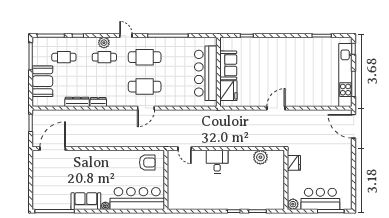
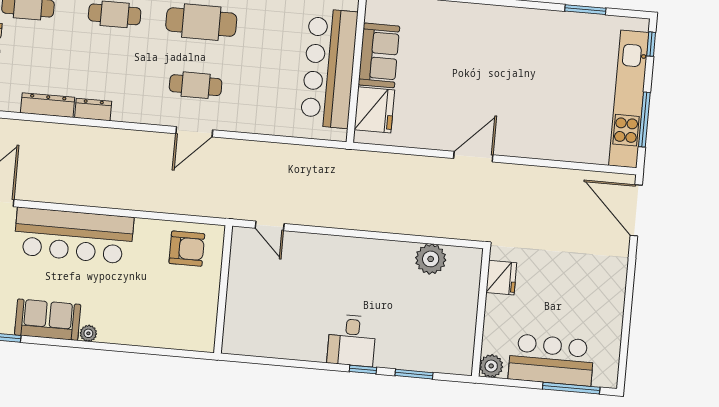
cafe table: (145, 87) -> (196, 85), width x0.73, depth x0.74
desk: (217, 162) -> (352, 340), moved, turned 180
bar counter: (137, 199) -> (74, 236), moved, turned 180

